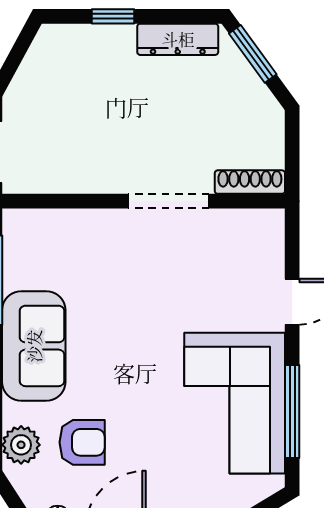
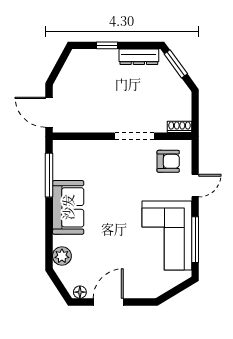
shoe rack: (250, 182) -> (180, 127), width x0.70
armchair: (82, 442) -> (168, 161), moved

